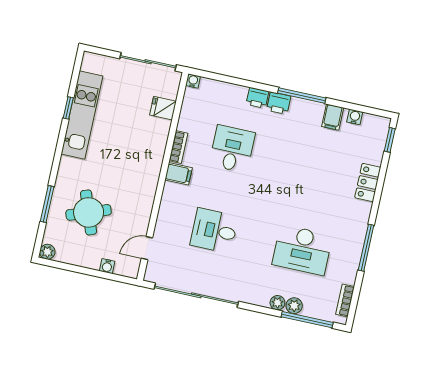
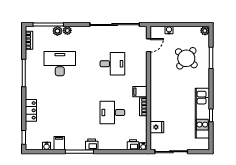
printer: (257, 98) -> (133, 145), moved
desk: (232, 149) -> (112, 113), turned 90
round table: (89, 212) -> (186, 58), turned -30

